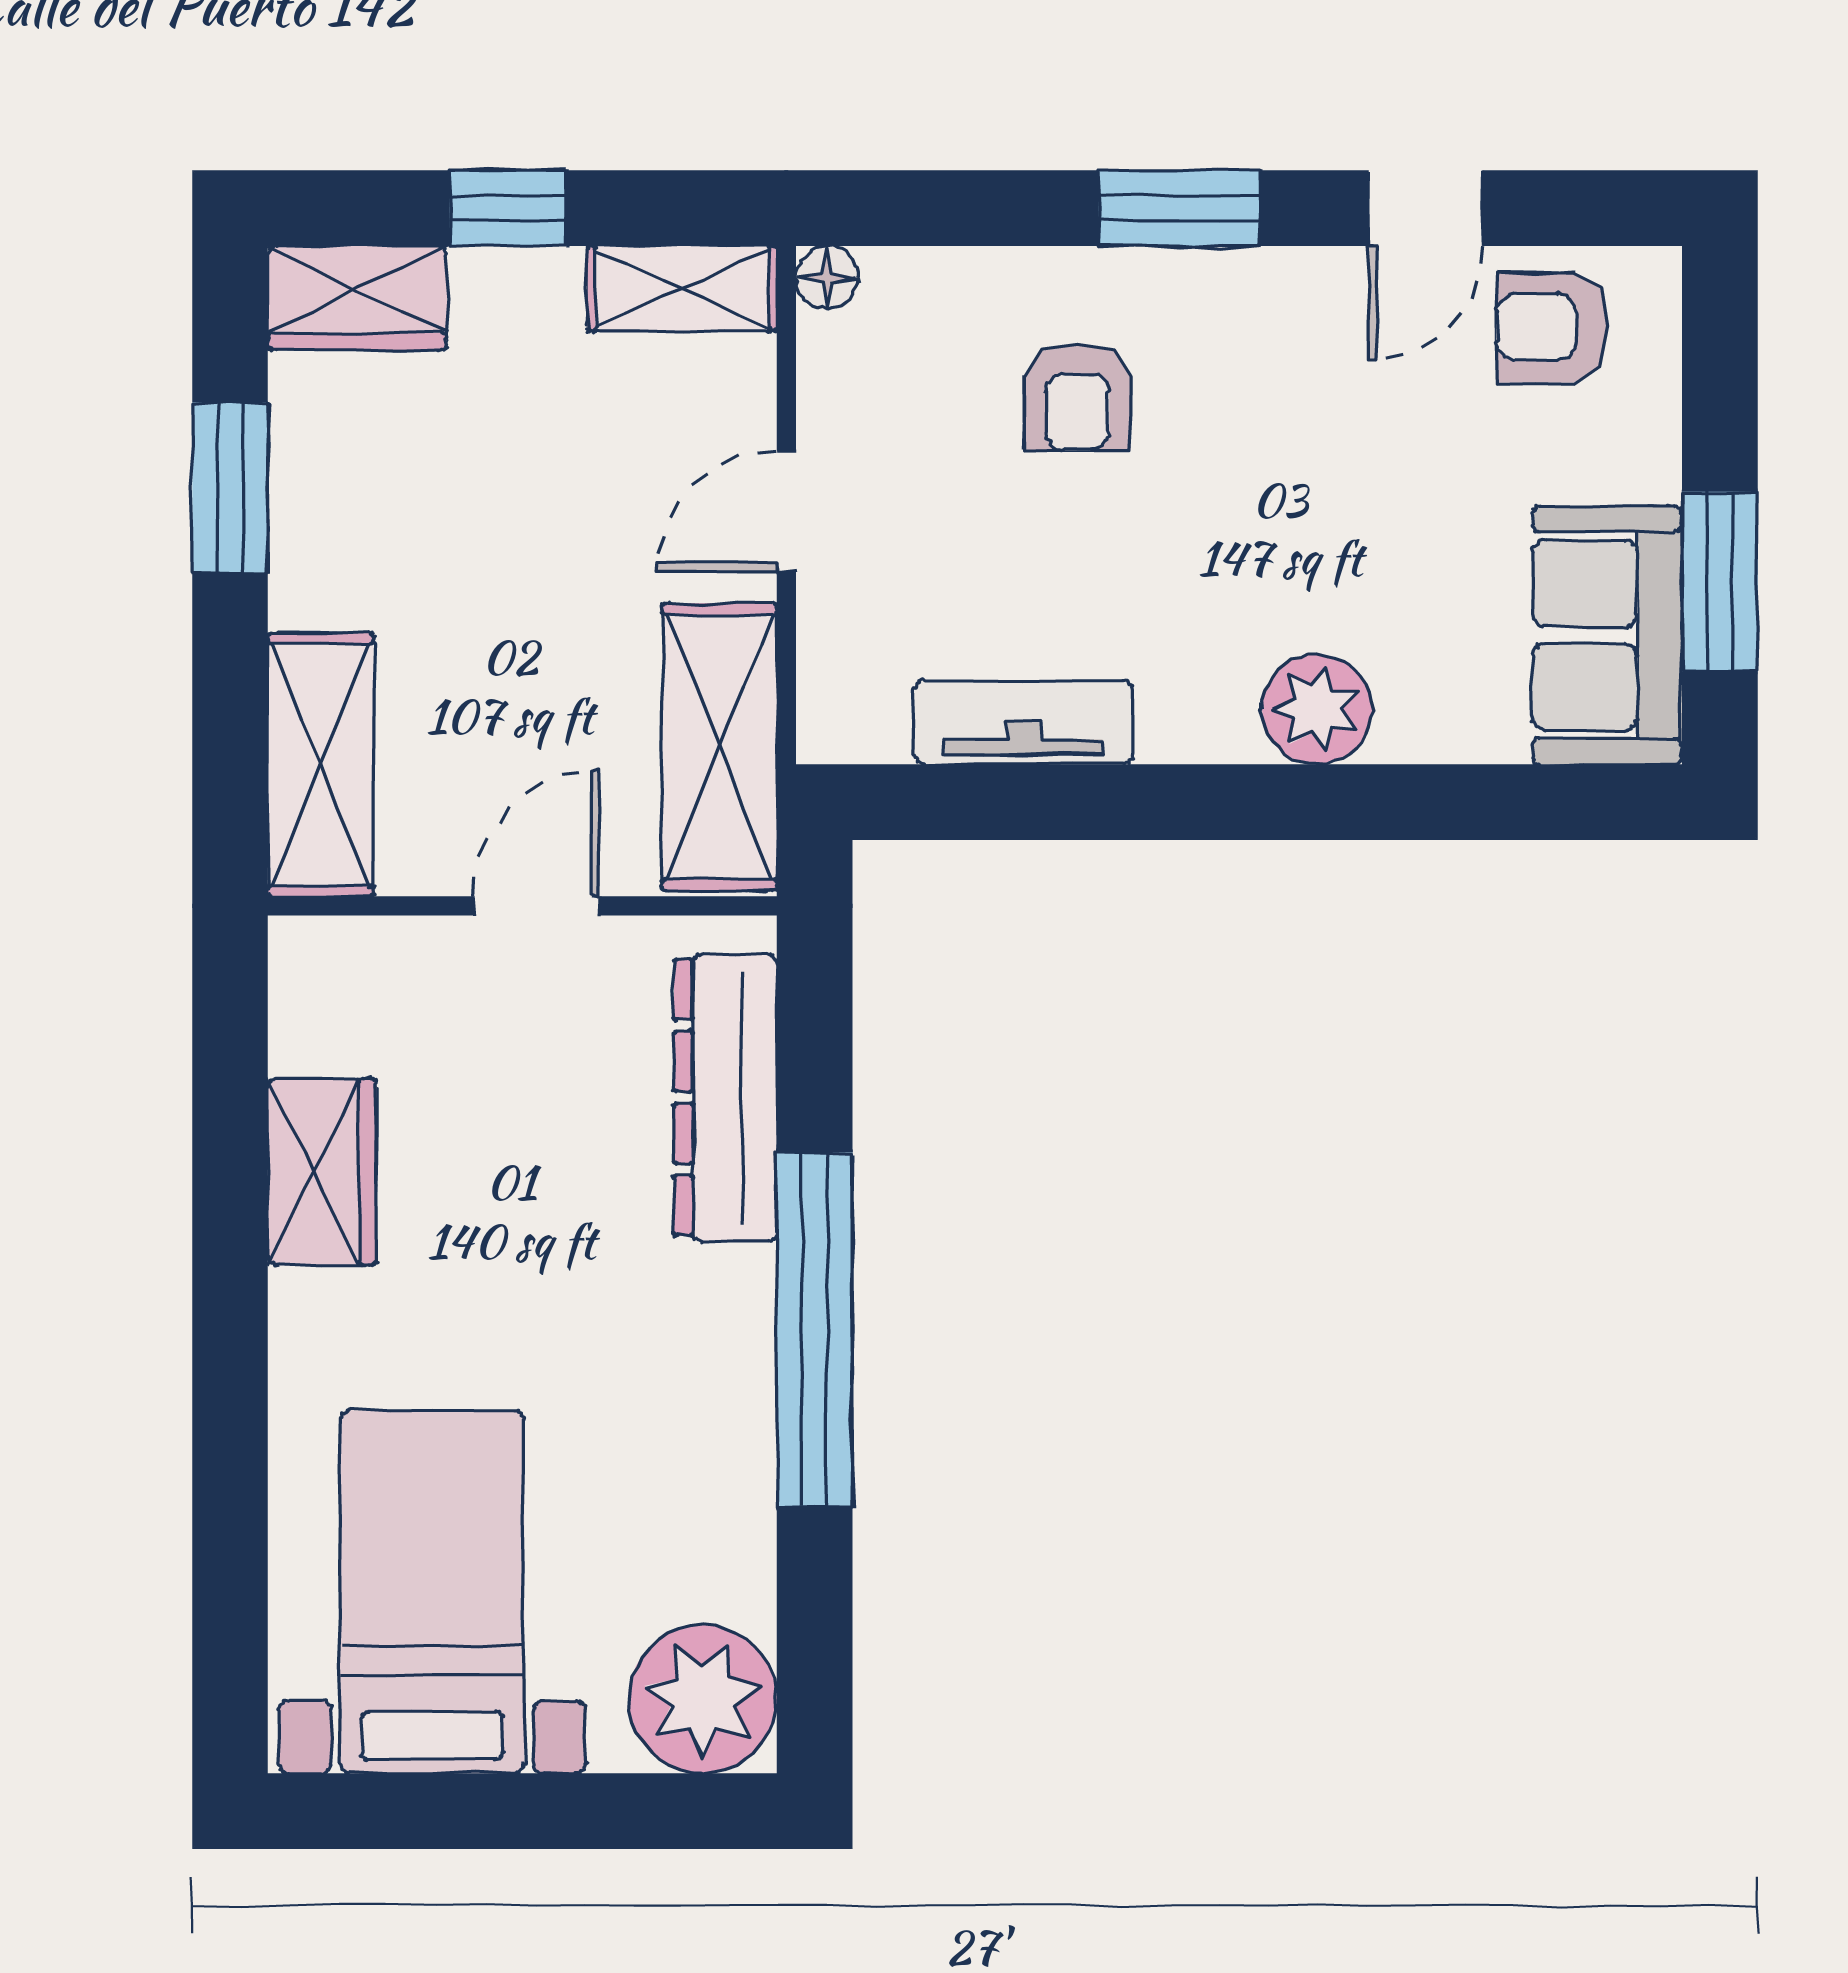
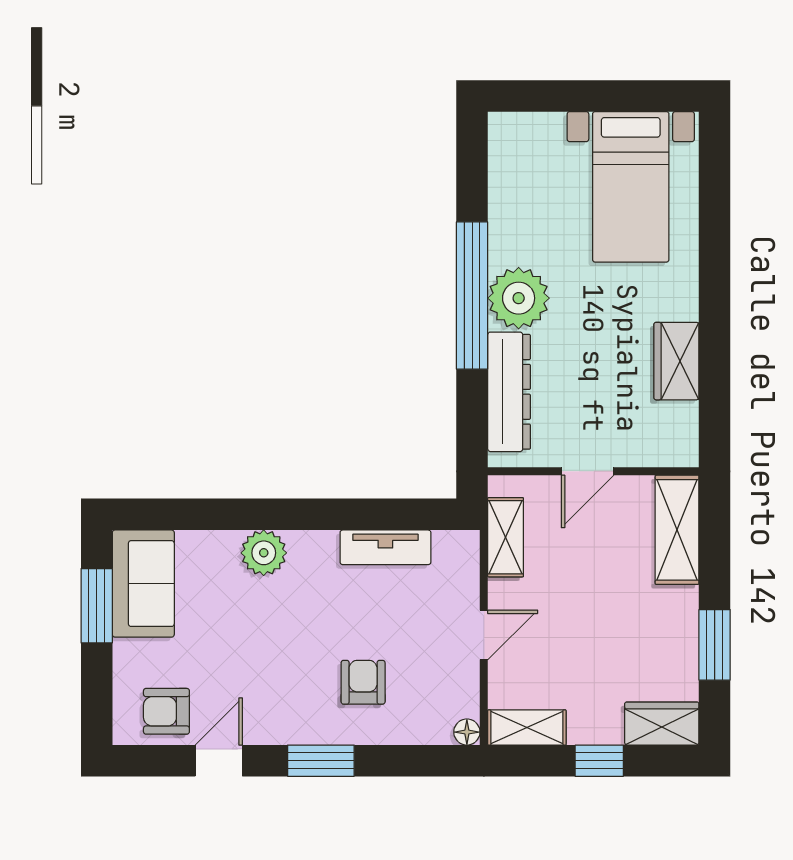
armchair: (1552, 327) -> (166, 711), turned 180
shelving: (719, 747) -> (506, 537), width x0.67, depth x0.75
plant: (703, 1699) -> (519, 298), moved

